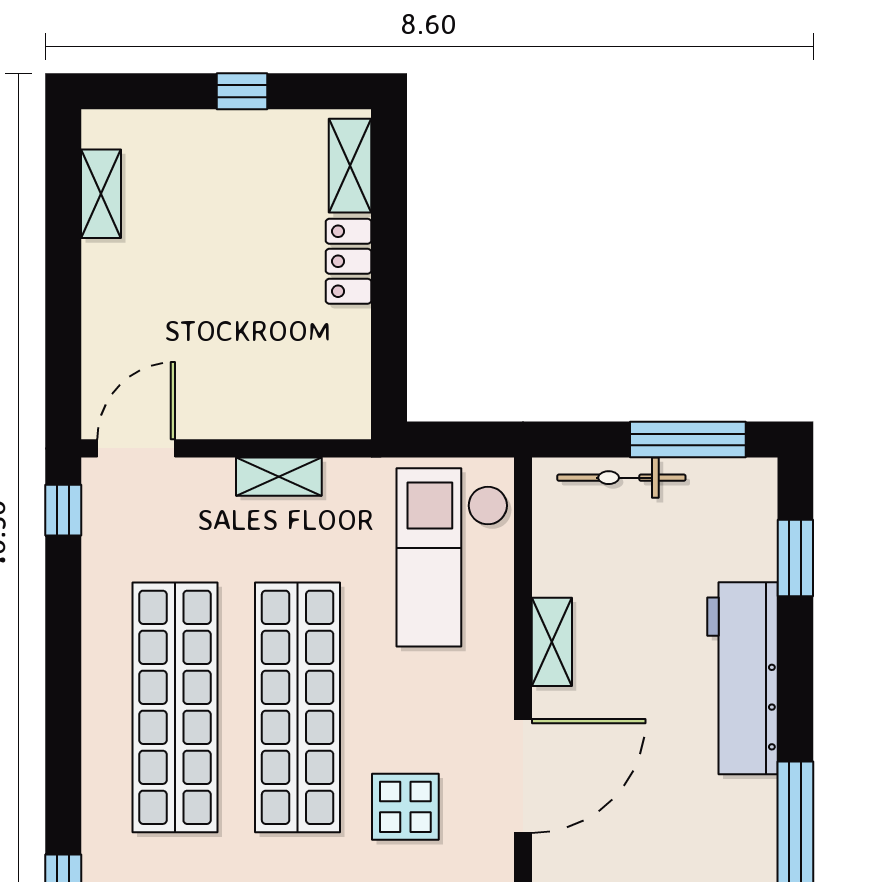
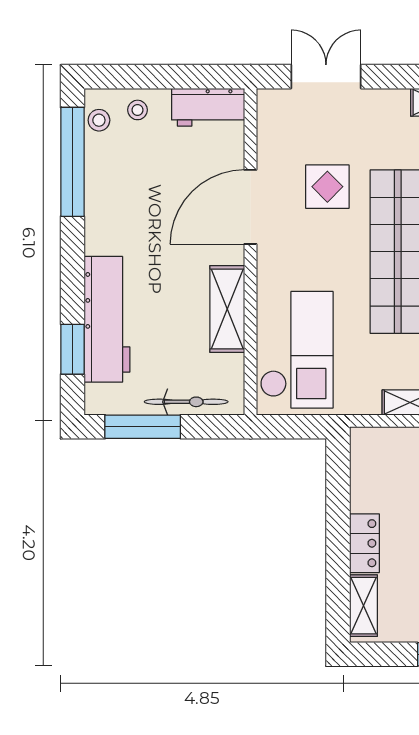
shelving: (552, 642) -> (227, 309), width x1.50, depth x1.33
workbench: (742, 678) -> (107, 319), moved

